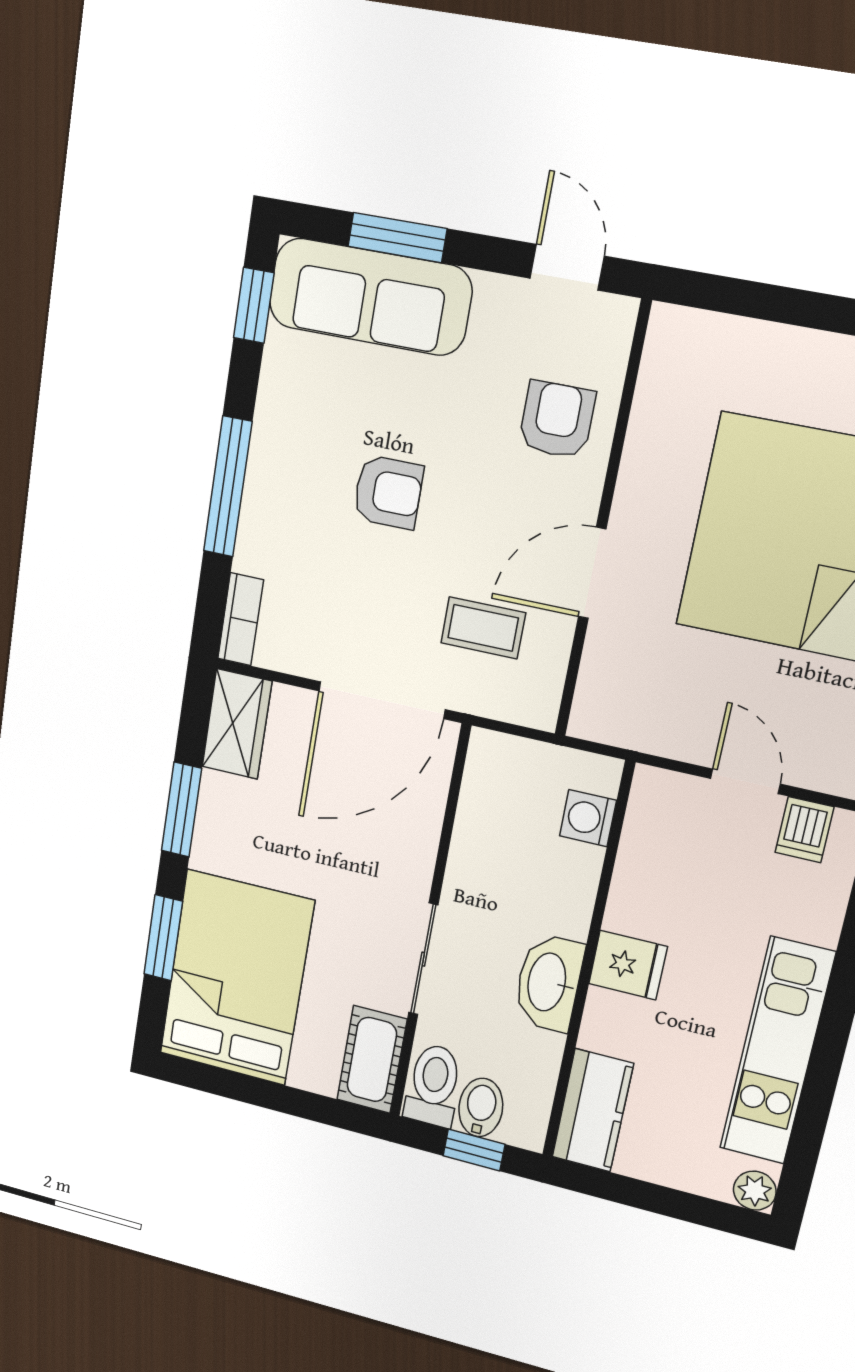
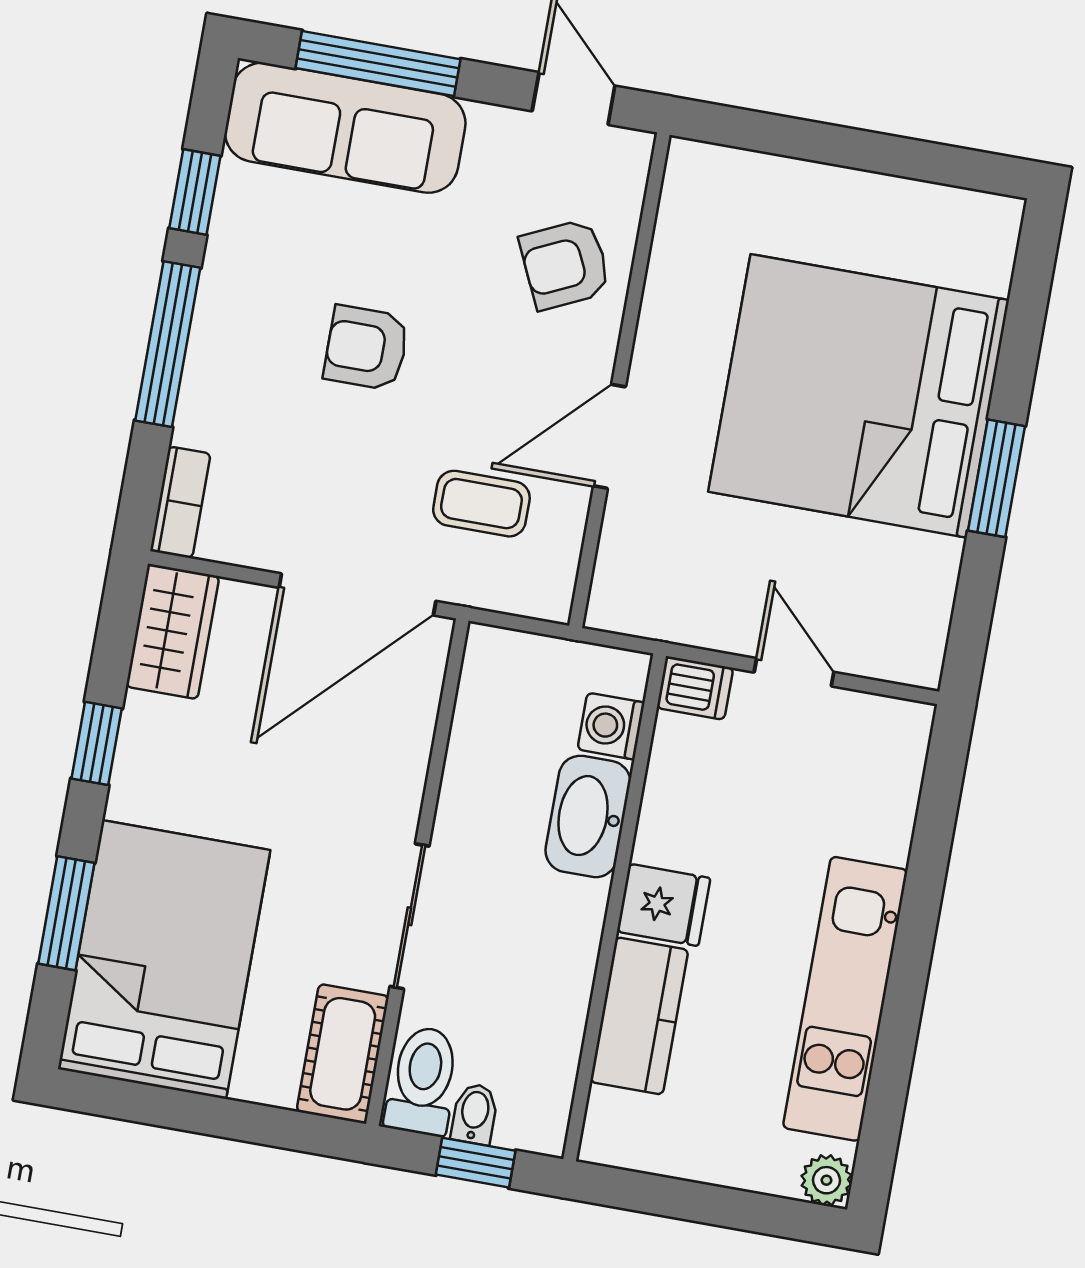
window: (397, 238) -> (378, 64), width x1.44
window: (254, 305) -> (195, 192), moved
armchair: (557, 420) -> (565, 264), turned -115
armchair: (388, 492) -> (366, 348), turned 180
window: (182, 810) -> (97, 743), width x0.67
dishwasher: (804, 830) -> (695, 688), moved, turned -90
washbasin: (548, 982) -> (588, 816), moved
bidet: (481, 1107) -> (475, 1114), width x0.72, depth x0.74
kitchen counter: (593, 1110) -> (639, 1016), moved

